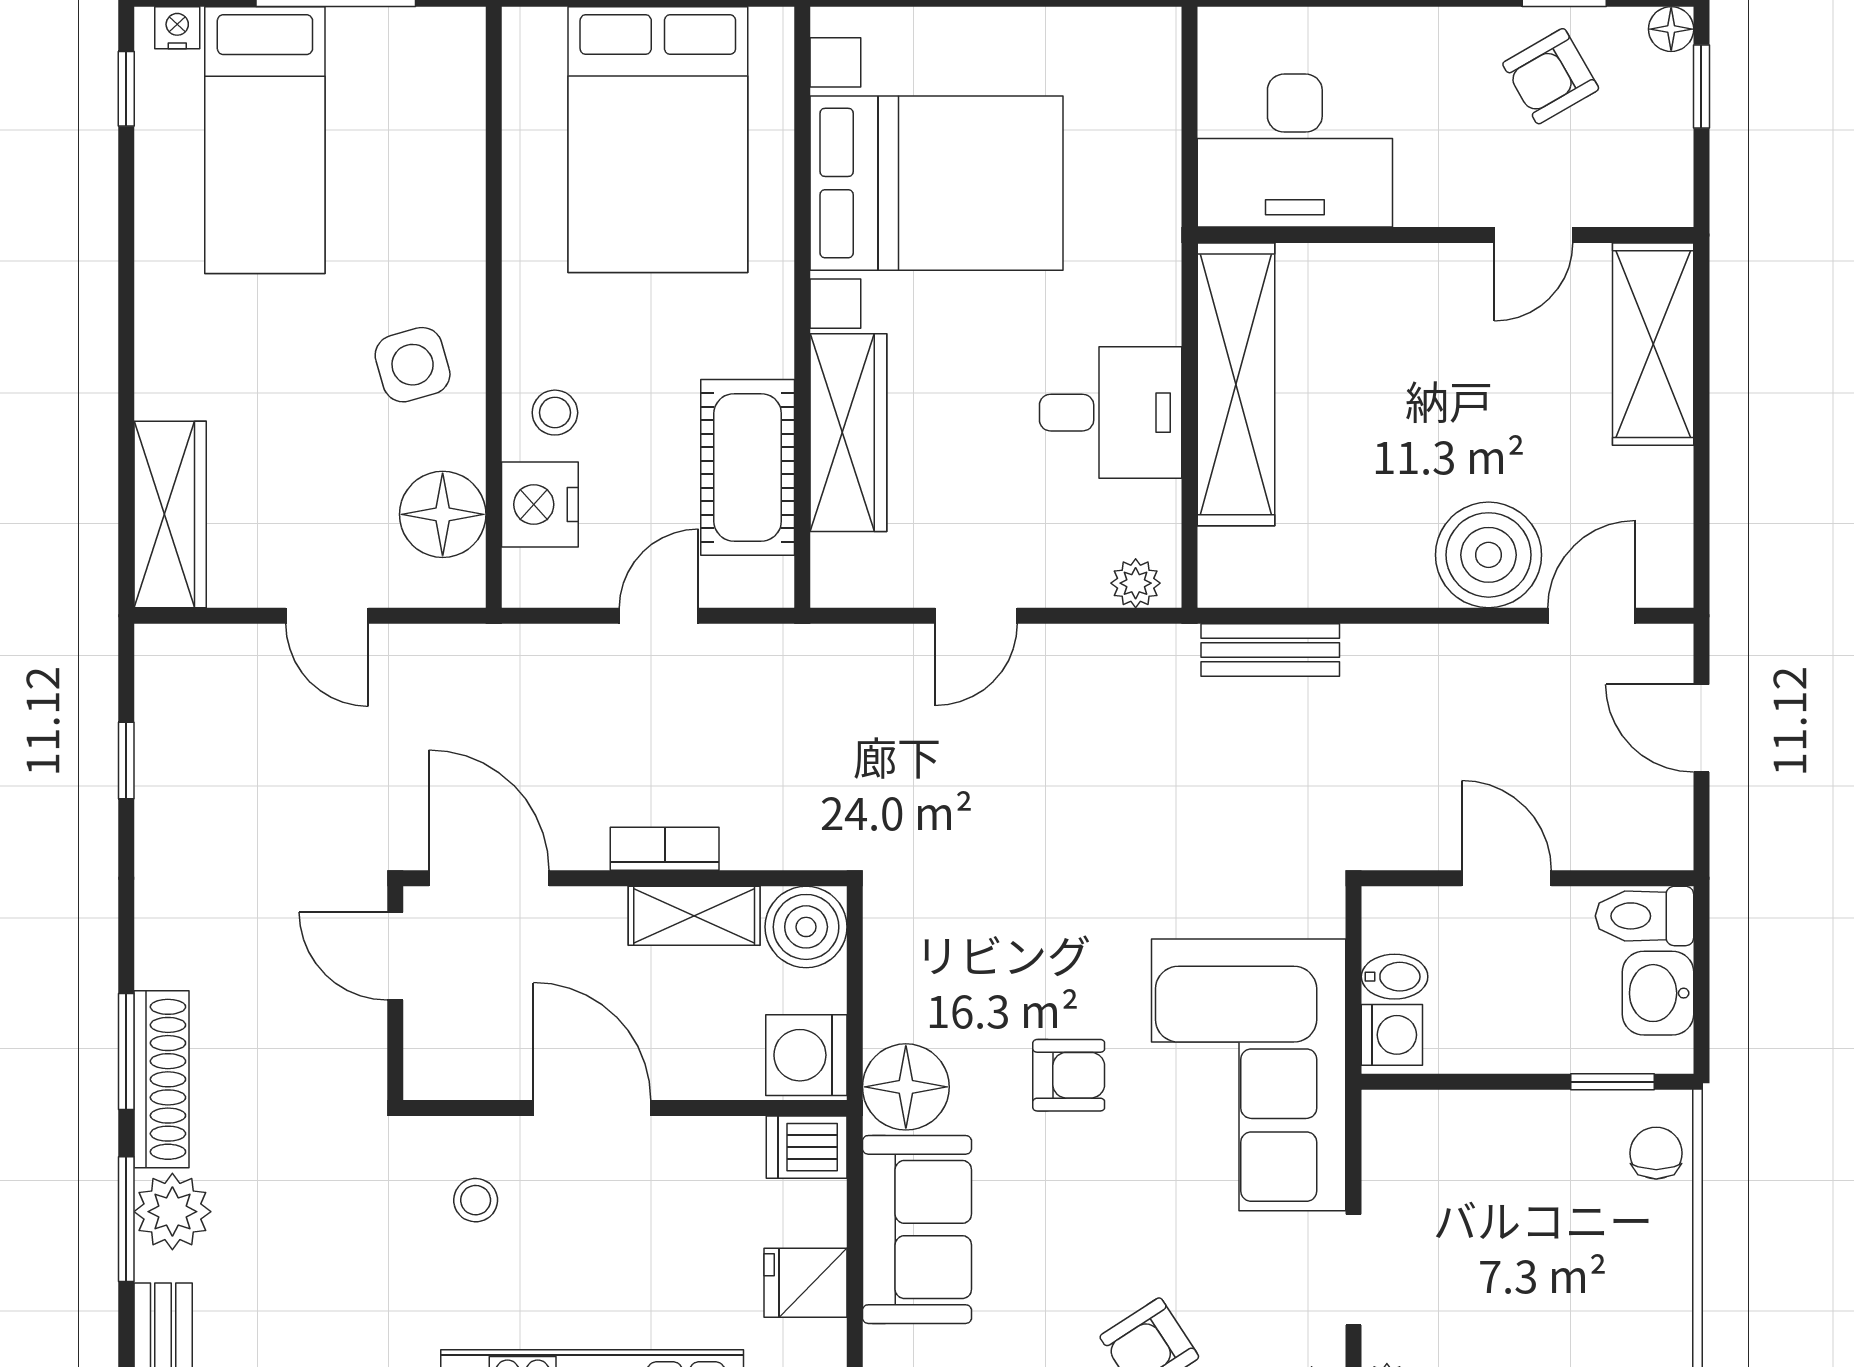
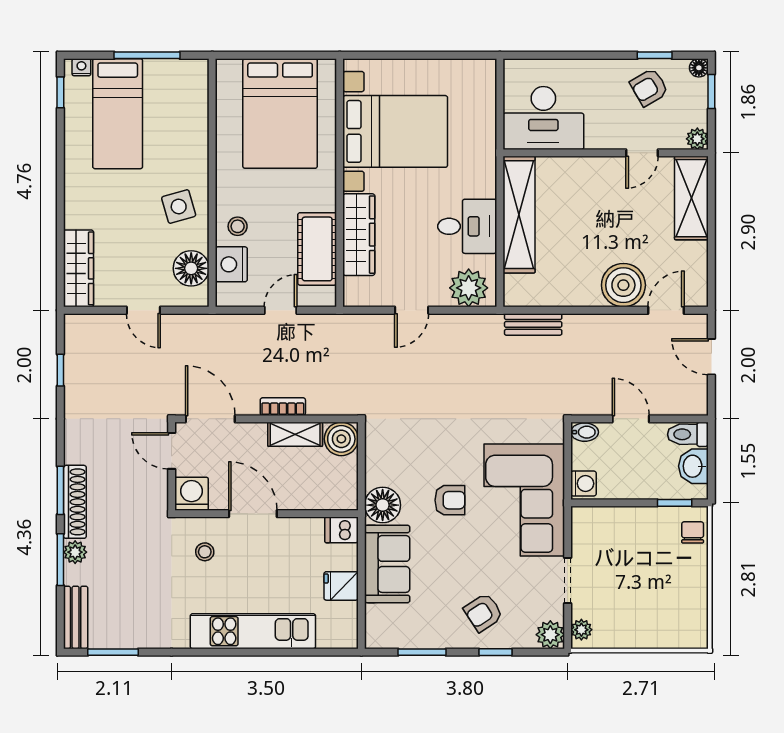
plant: (1667, 201) -> (697, 139), added
plant: (1136, 583) -> (469, 288), width x1.88, depth x1.88
bidet: (1395, 977) -> (585, 432), moved
washing machine: (806, 1055) -> (192, 494), moved, turned 90
plant: (172, 1212) -> (75, 552), width x0.73, depth x0.73

